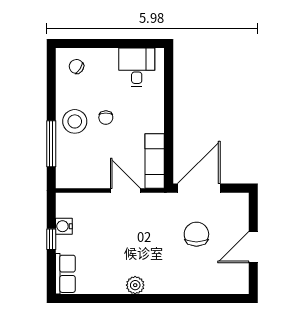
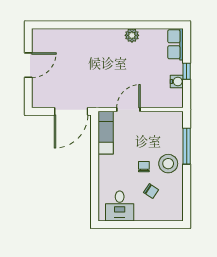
chair: (76, 66) -> (151, 191), moved
door: (125, 190) -> (128, 110), swing flipped
chair: (196, 234) -> (73, 75), removed
plant: (135, 285) -> (132, 35), moved

